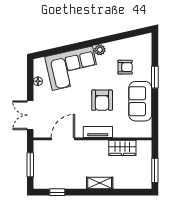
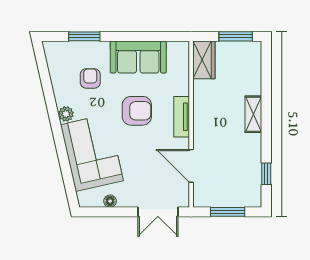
window: (155, 77) -> (84, 36), moved
wardrobe: (122, 148) -> (204, 60), moved

